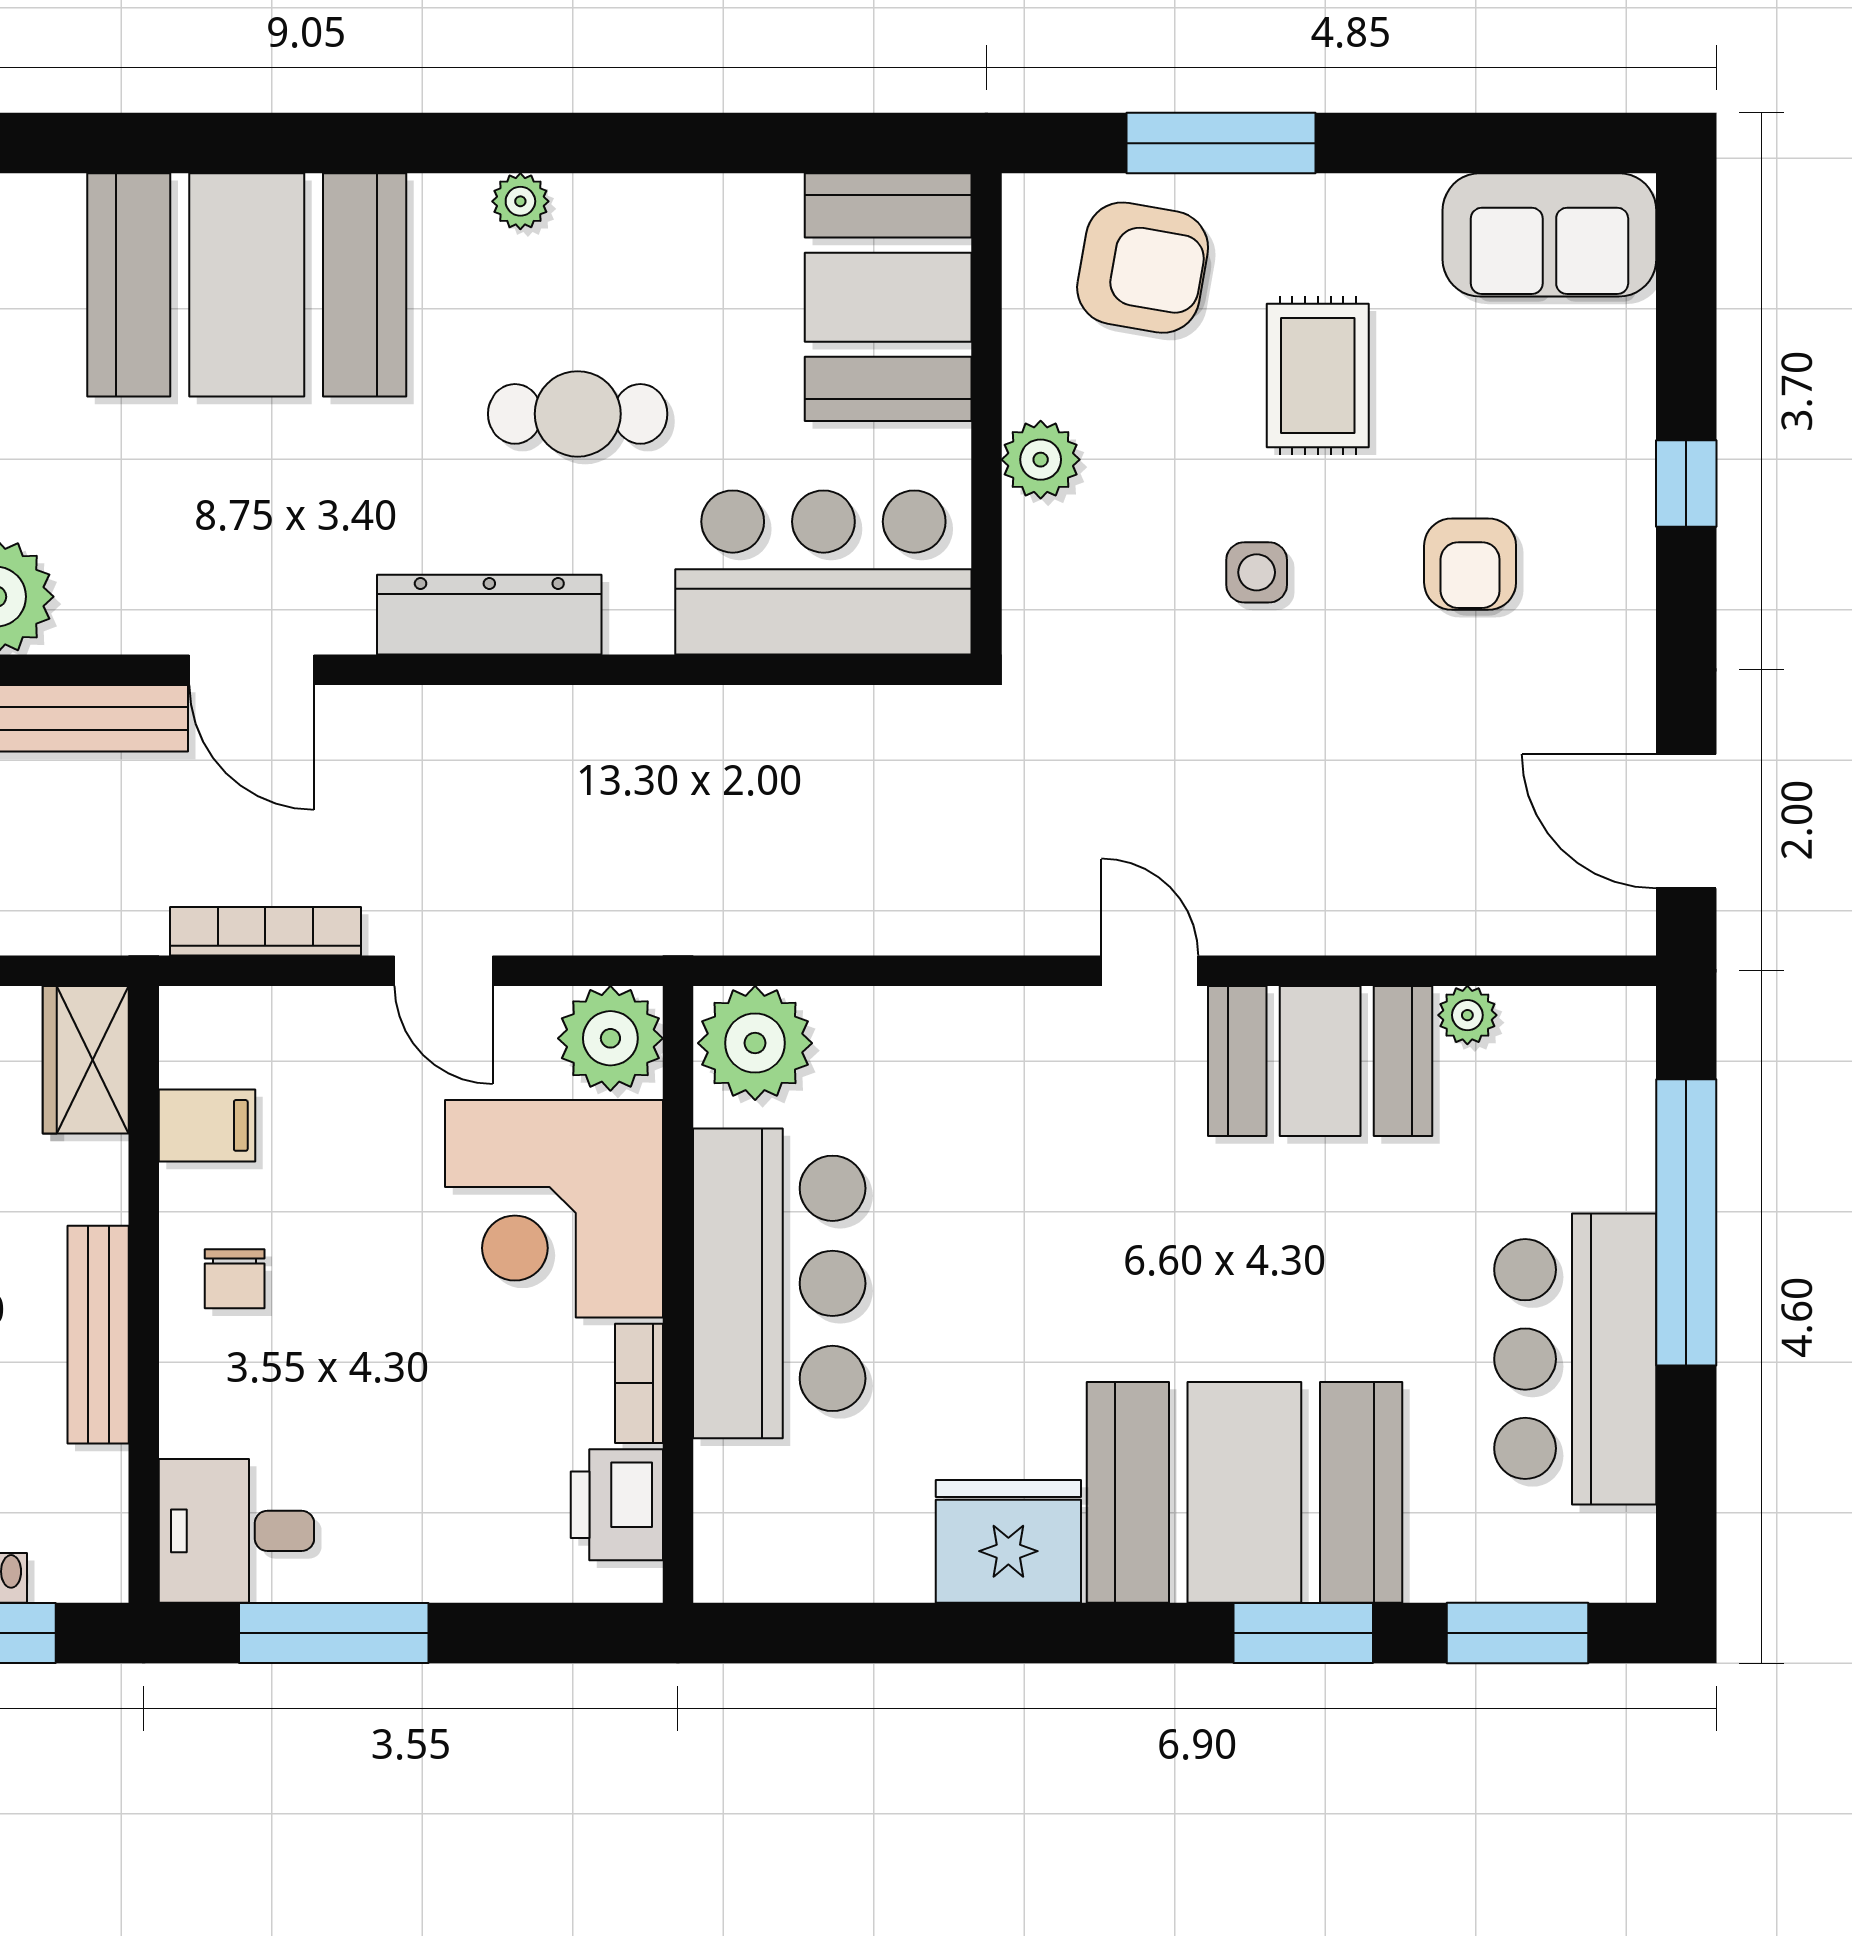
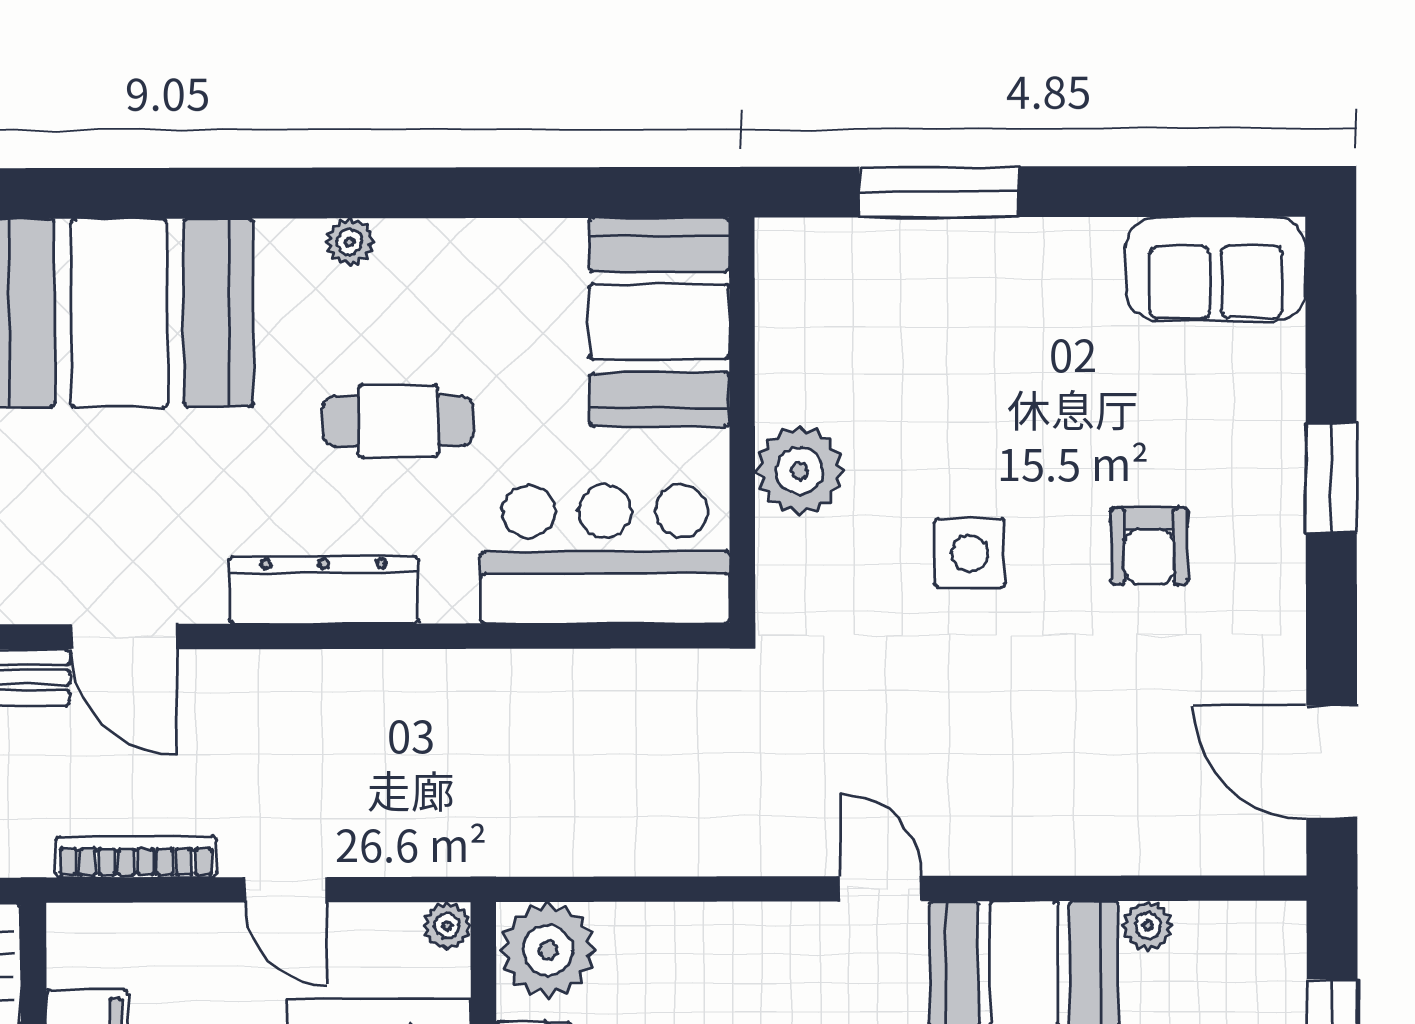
armchair: (1143, 268) -> (873, 297), removed
rug: (1318, 376) -> (1021, 387), removed
plant: (1041, 460) -> (800, 471), width x1.36, depth x1.36
window: (1686, 484) -> (1331, 478), width x1.50
side table: (1257, 572) -> (970, 553), width x1.37, depth x1.37
plant: (610, 1038) -> (447, 926), width x0.53, depth x0.53

